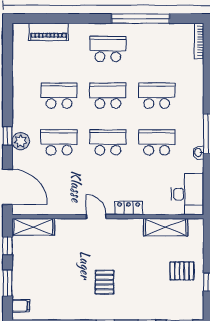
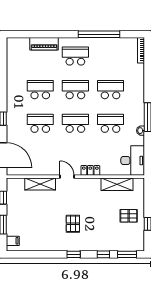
piano: (49, 32) -> (44, 44), moved
plant: (21, 141) -> (13, 122), removed
shelving: (33, 227) -> (40, 184), moved

